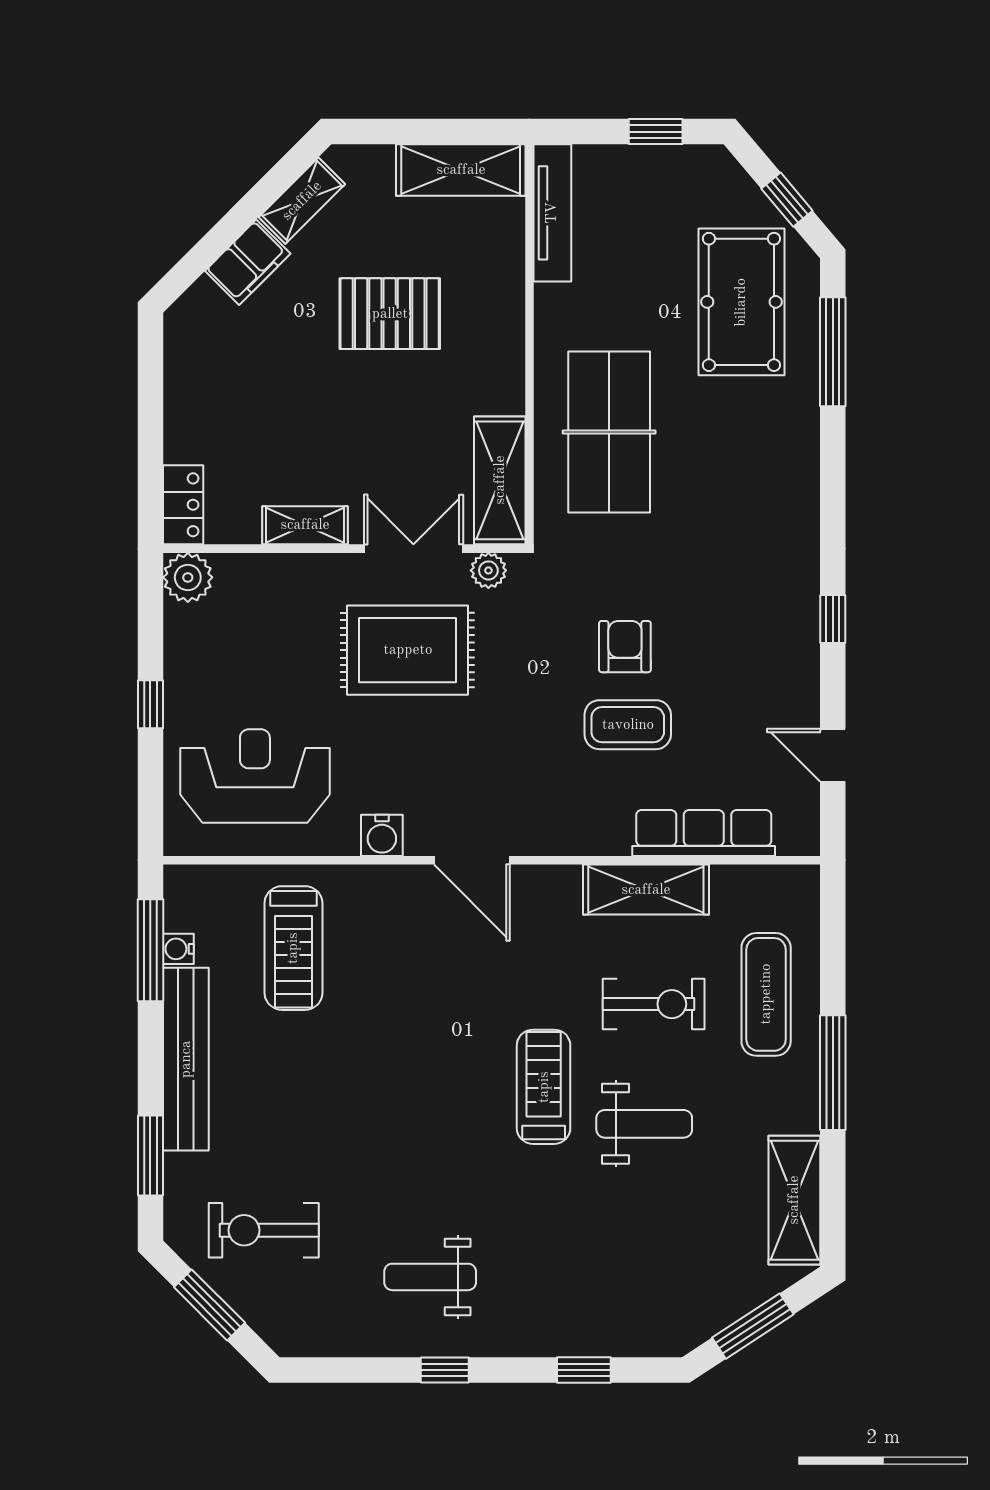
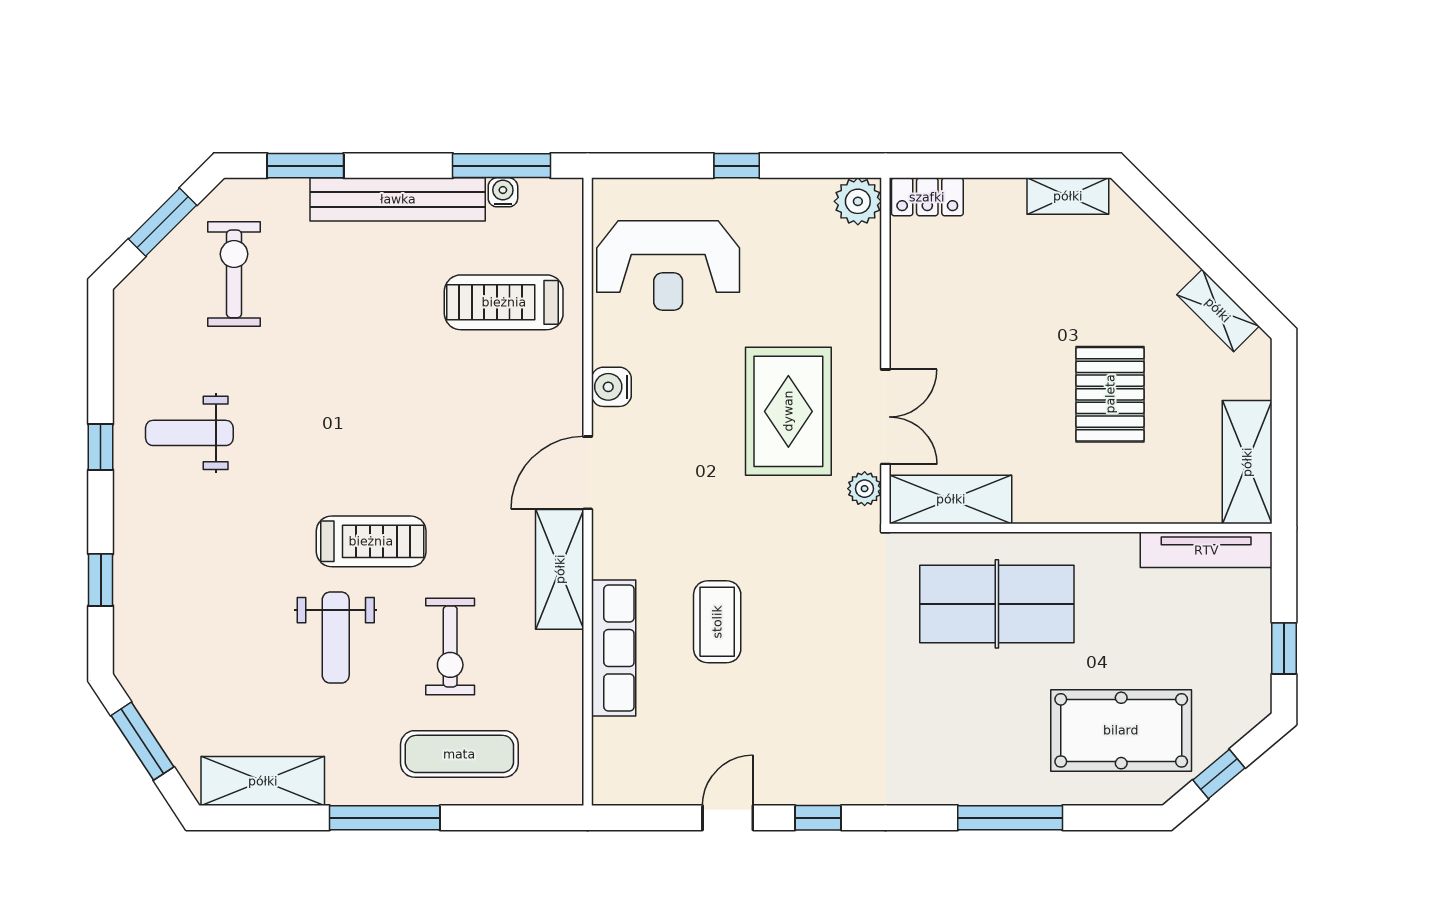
filing cabinet: (248, 262) -> (1159, 259), removed
window: (833, 352) -> (1010, 818), moved
shelving: (305, 525) -> (1068, 196), moved, turned 90
armchair: (625, 647) -> (792, 619), removed
door: (833, 755) -> (728, 818), moved
reception desk: (255, 776) -> (668, 266), turned 90
row of seats: (704, 833) -> (614, 648), moved
shelving: (646, 890) -> (560, 569), moved
weight bench: (430, 1277) -> (189, 433), turned -90

